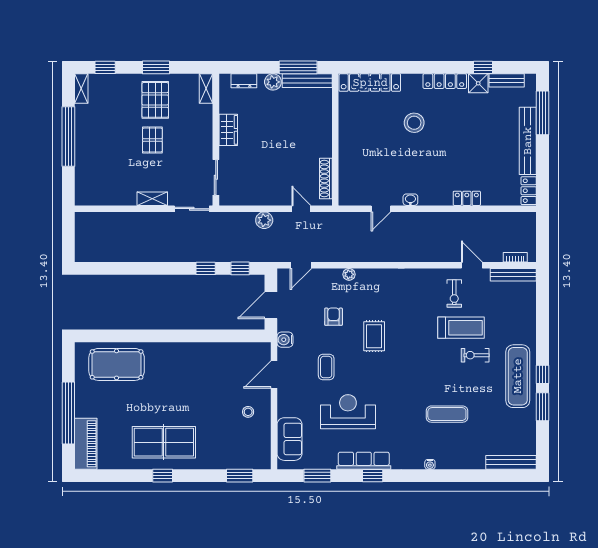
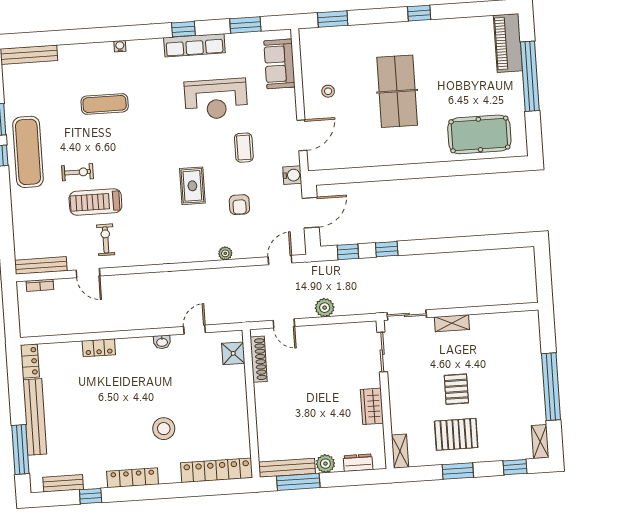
shower: (478, 83) -> (233, 353), moved
pallet: (155, 100) -> (456, 434), turned 90
table tennis table: (164, 442) -> (397, 91), moved, turned 90

